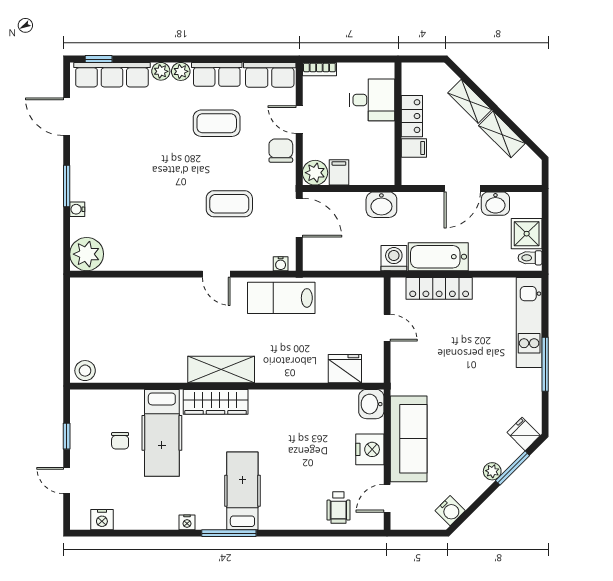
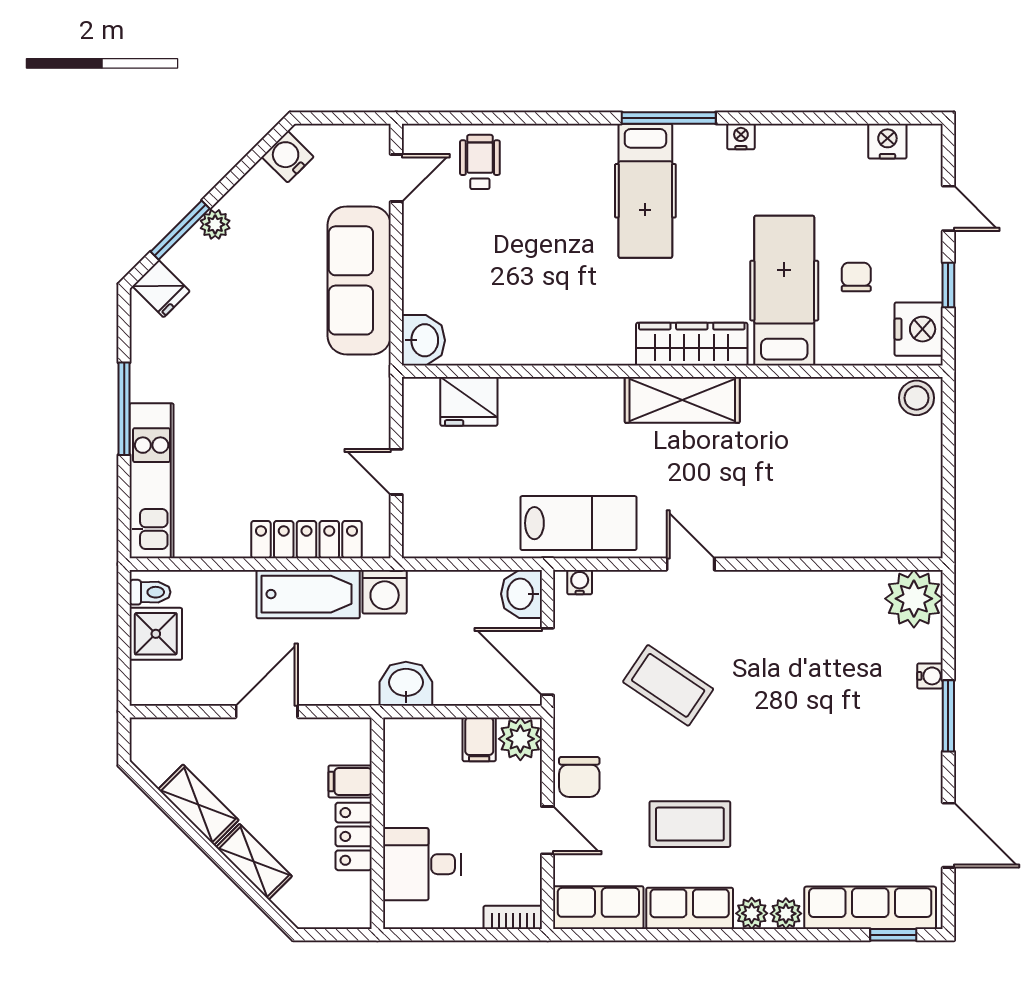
coffee table: (229, 204) -> (668, 685), turned 34
washbasin: (495, 204) -> (521, 594), moved, turned -90
nightstand: (370, 449) -> (919, 329), moved, turned 180

